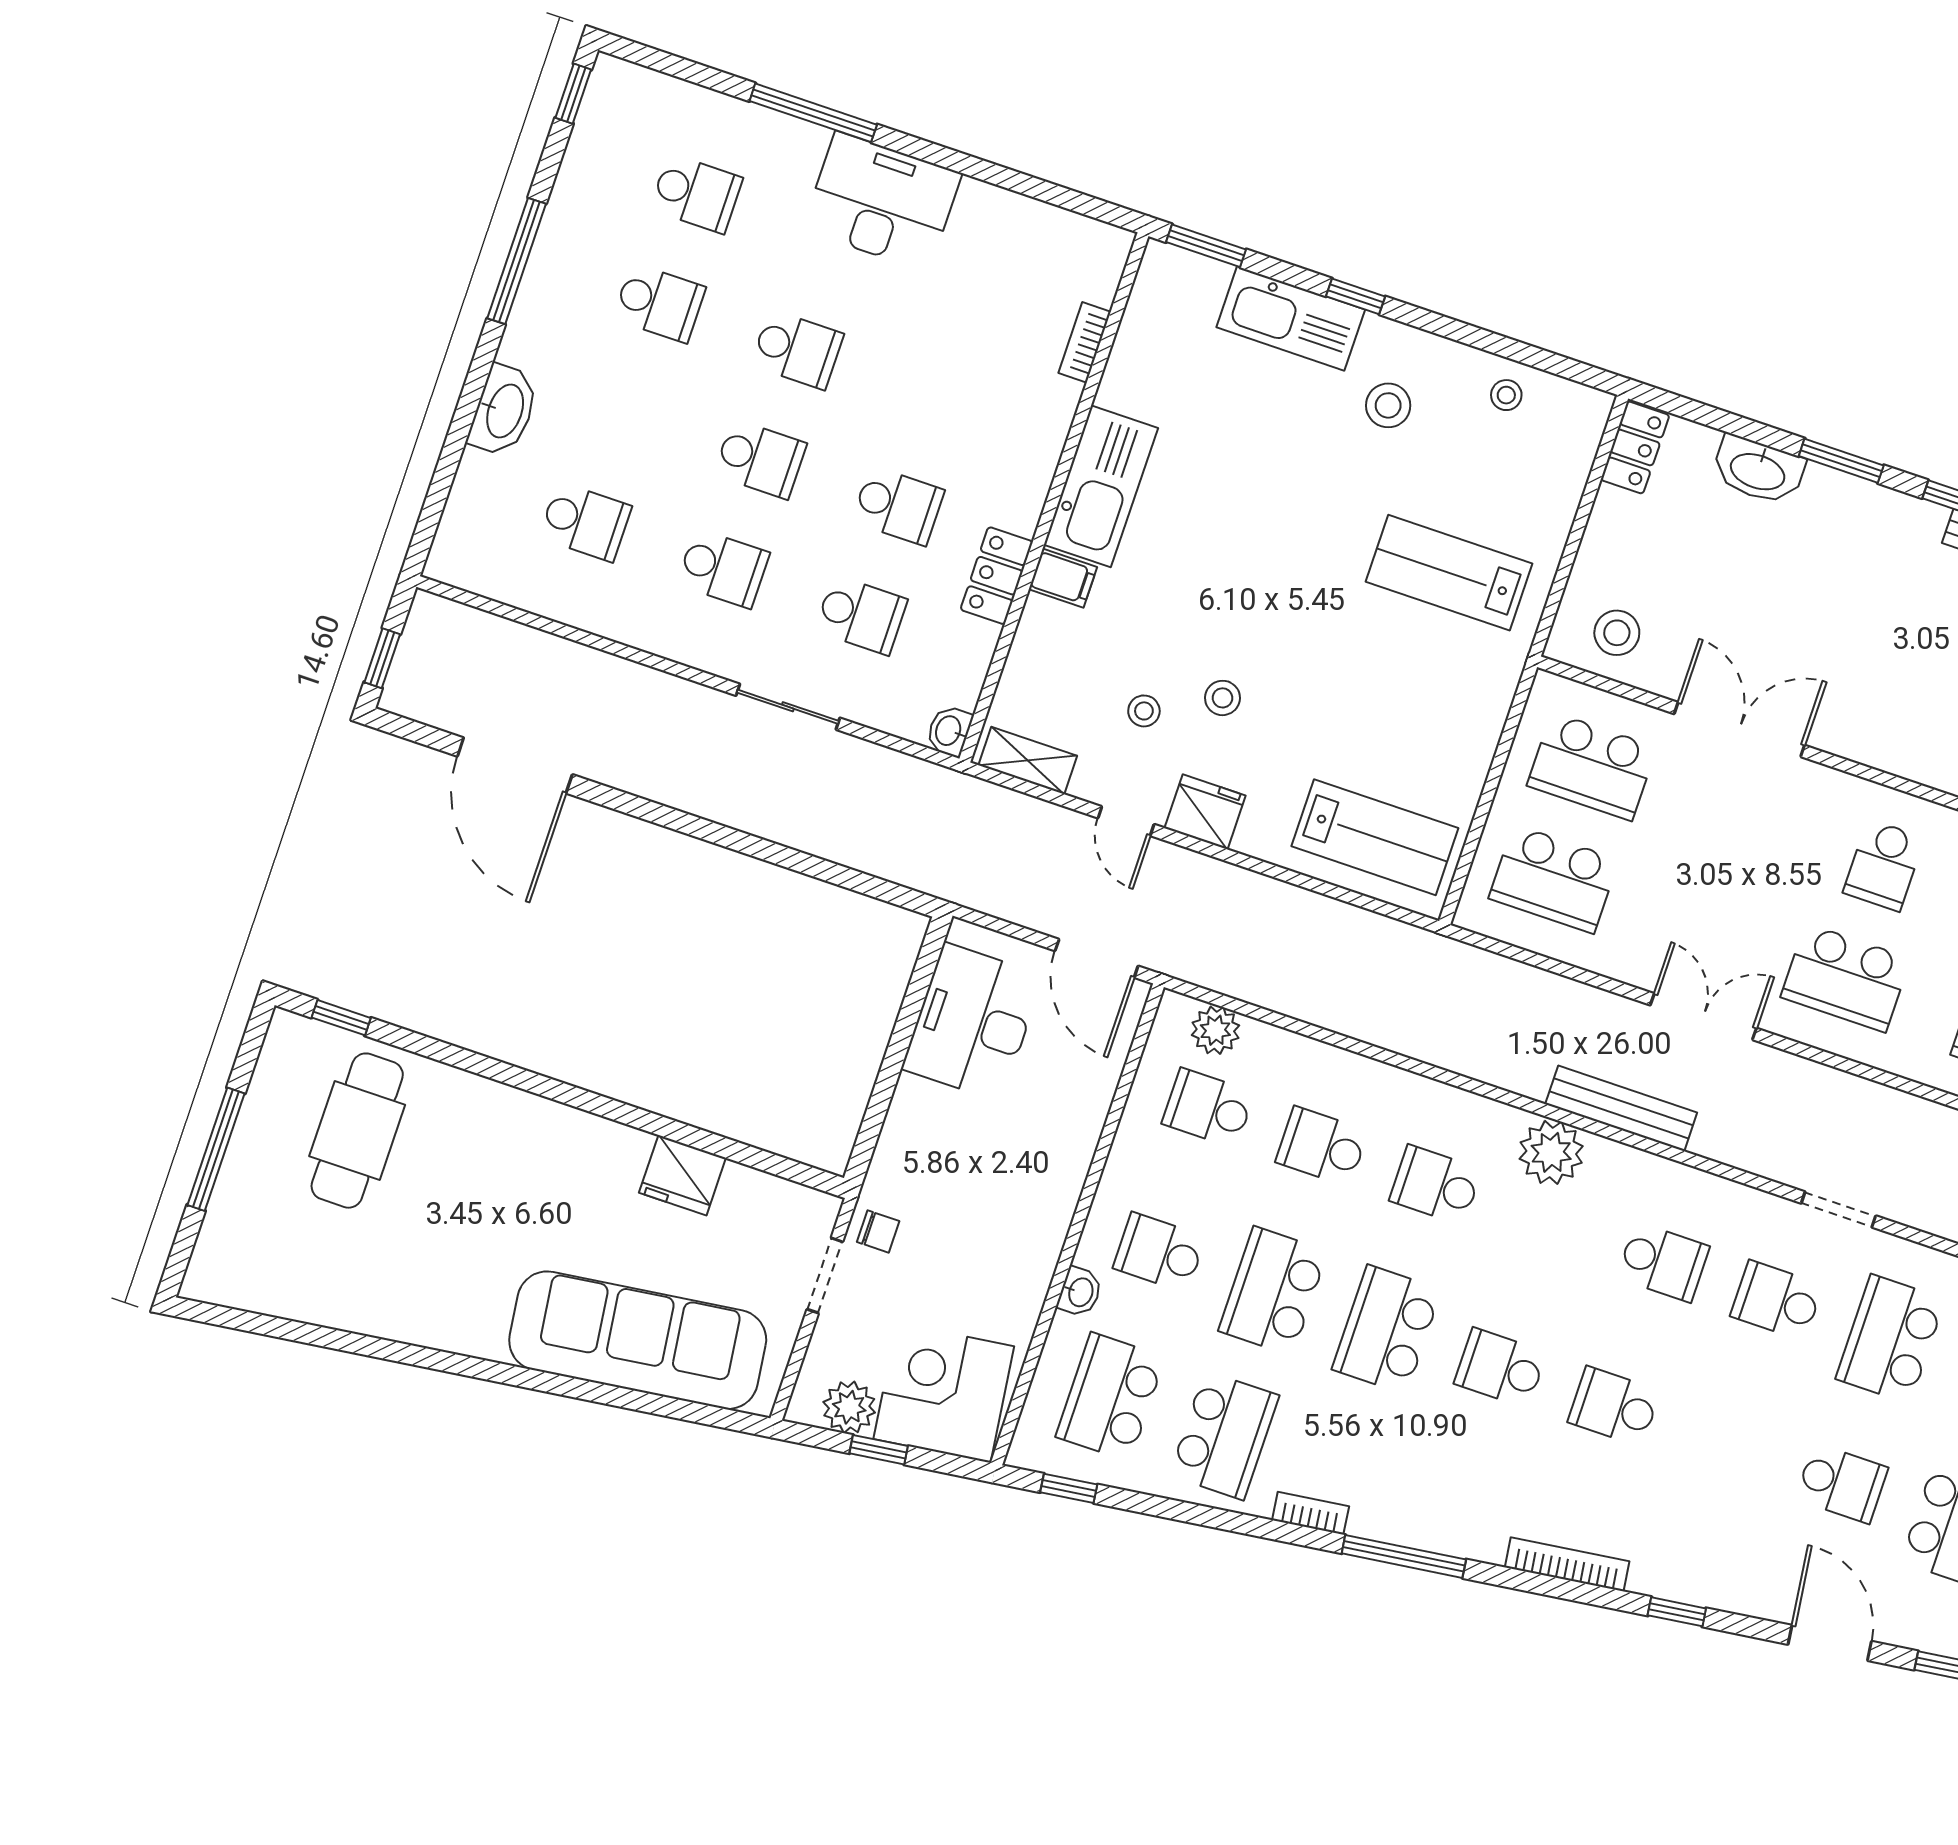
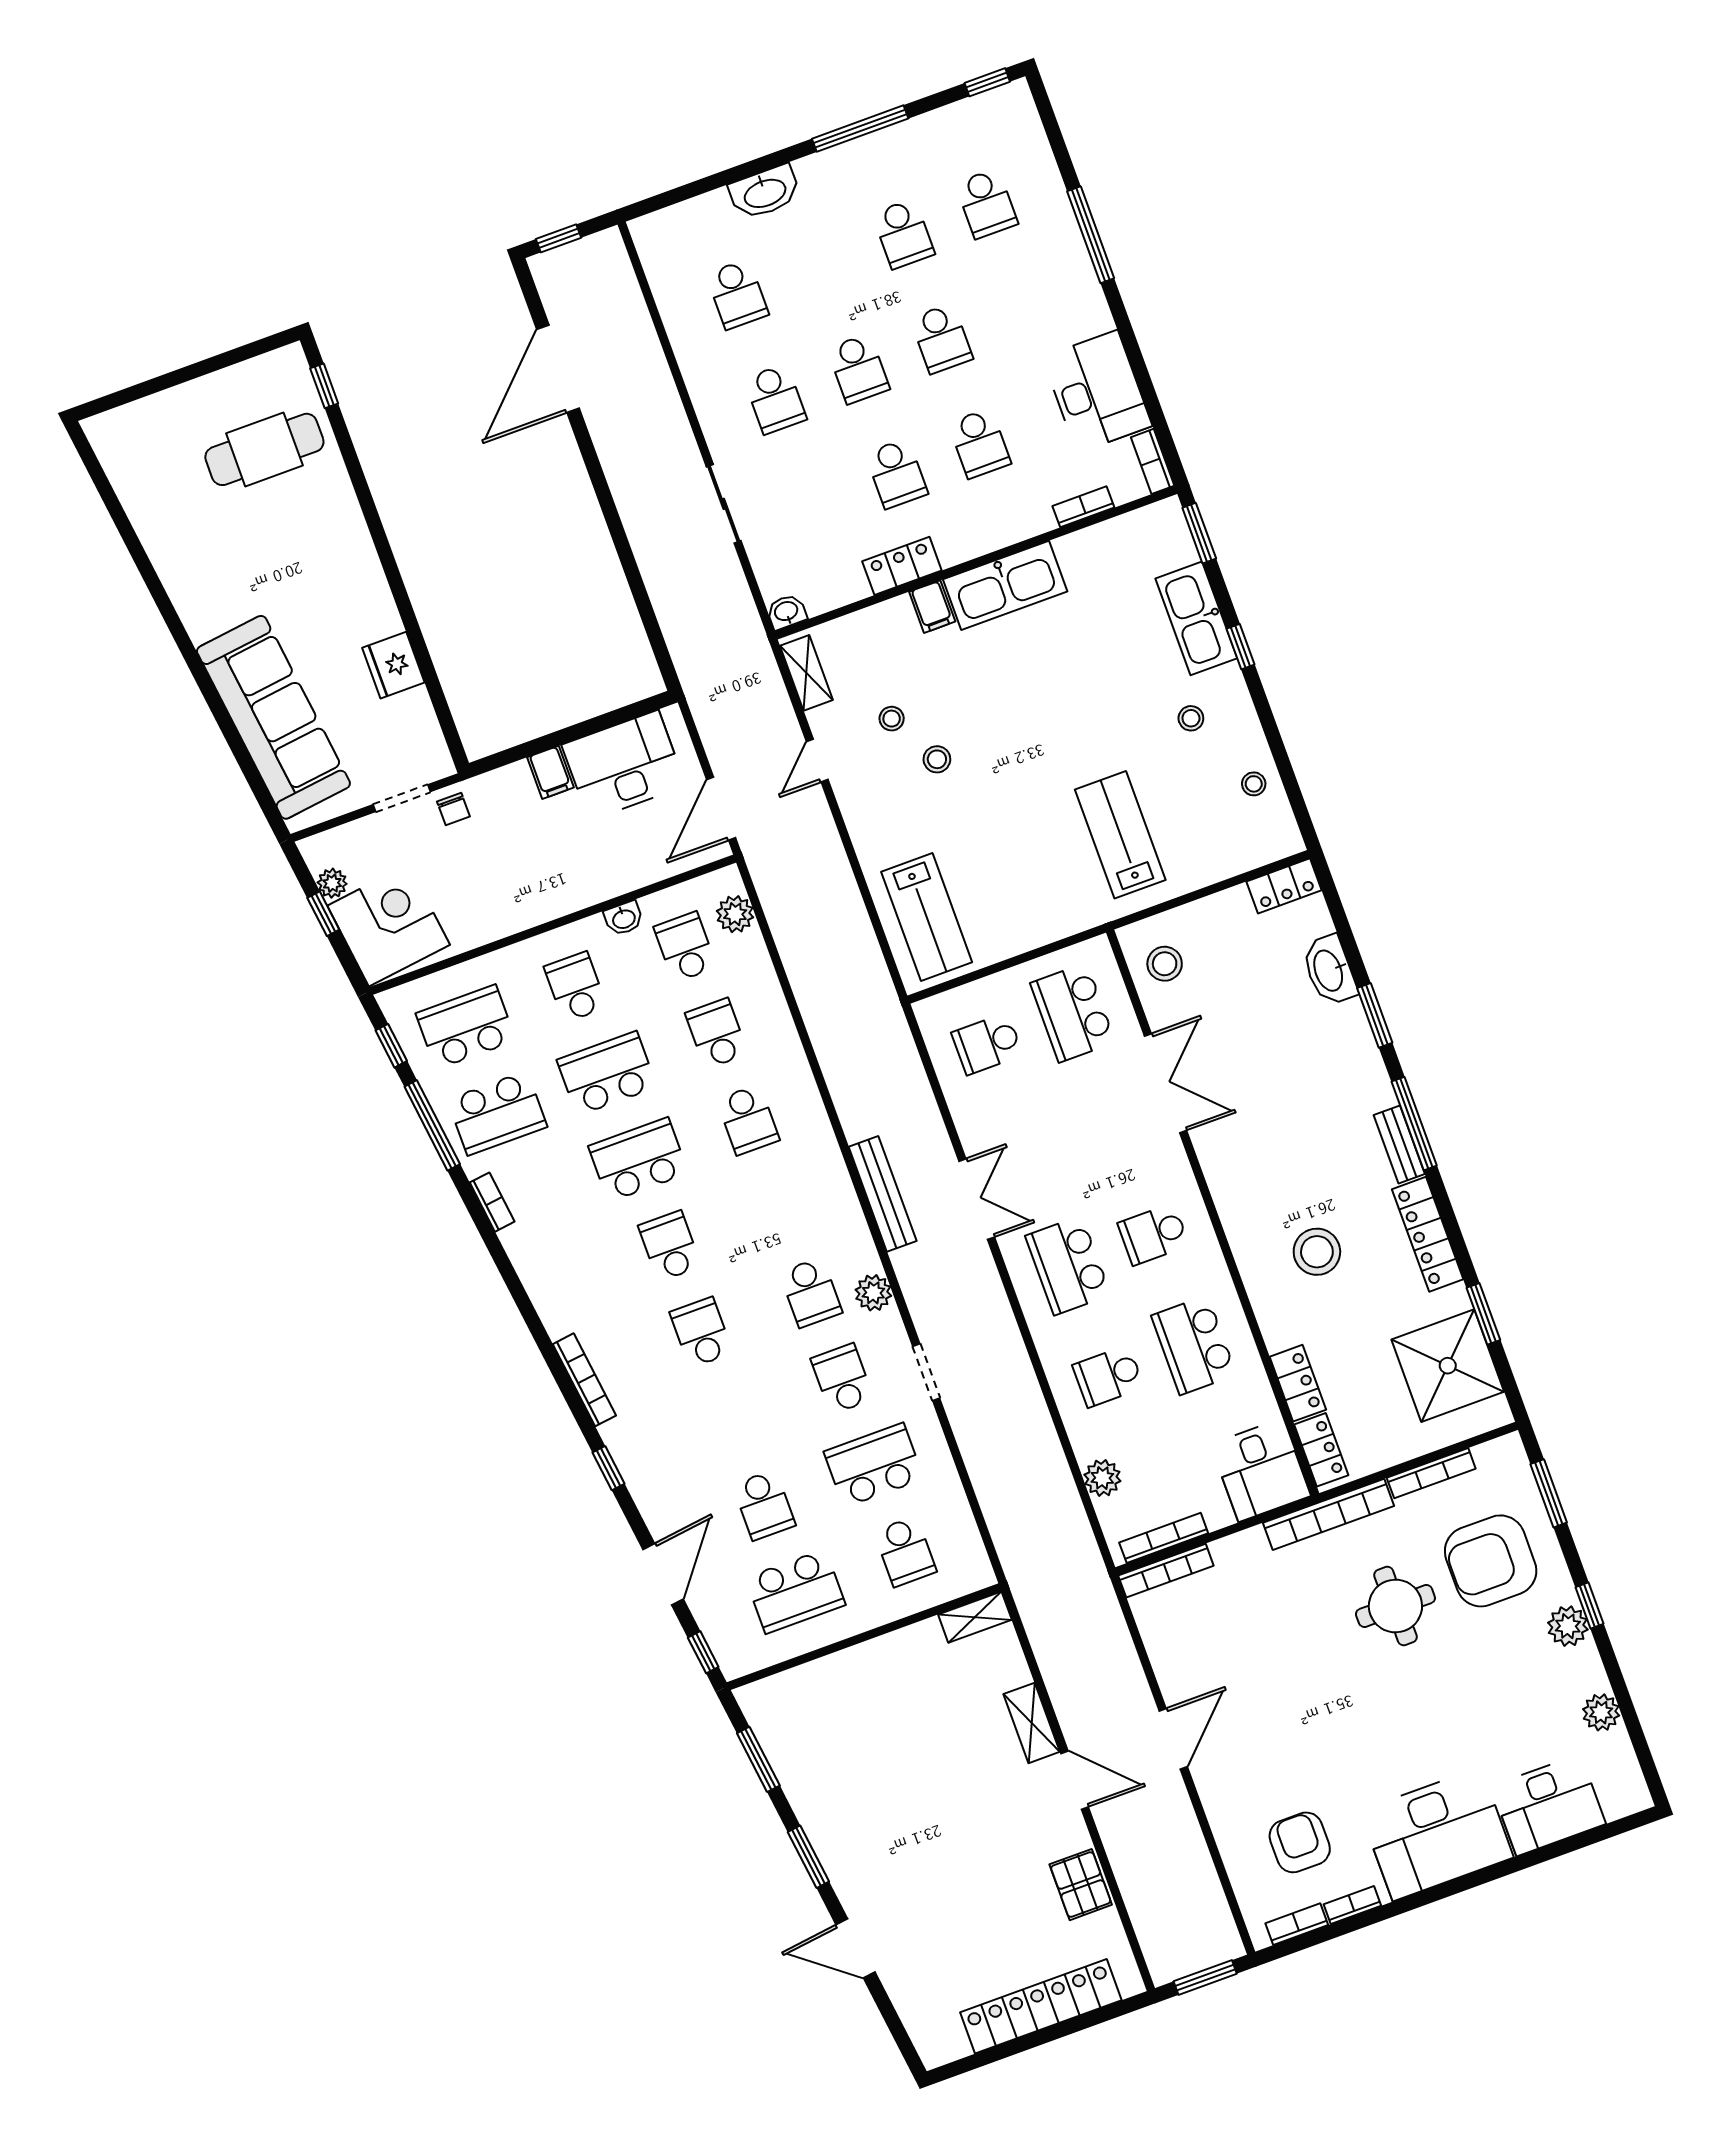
desk: (882, 202) -> (1097, 392), moved
bookcase: (1095, 235) -> (1153, 461), added
stool: (1388, 405) -> (1191, 718), width x0.73, depth x0.73
school desk: (861, 615) -> (980, 443), moved
fridge: (1205, 812) -> (861, 803), removed
school desk: (1554, 879) -> (987, 1044), width x0.54
filing cabinet: (920, 1103) -> (550, 772), added
window: (216, 1149) -> (186, 374), removed
plant: (1551, 1152) -> (873, 1293), moved, width x0.73, depth x0.73
school desk: (1436, 1185) -> (748, 1120), turned 180
washbasin: (1080, 1292) -> (624, 918), moved
plant: (849, 1407) -> (332, 883), width x0.73, depth x0.73
window: (1404, 1556) -> (432, 1125), moved

